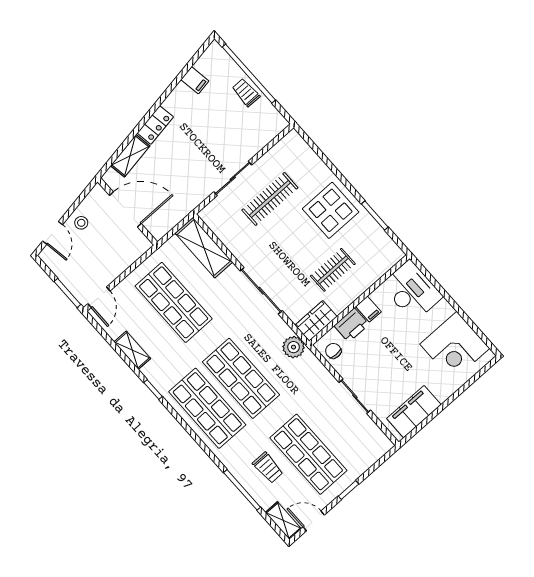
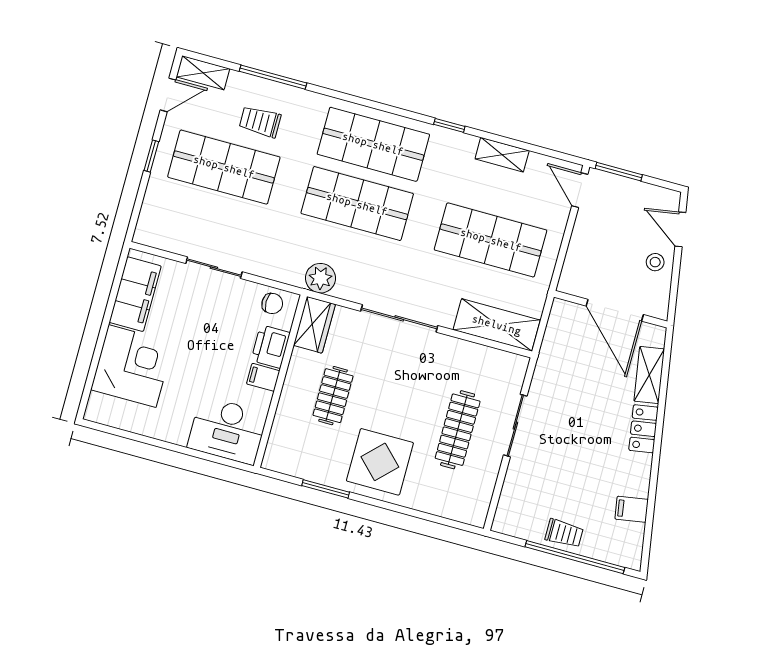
door: (125, 209) -> (615, 310), hinge flipped
corner desk: (455, 346) -> (132, 366), moved, turned 90

